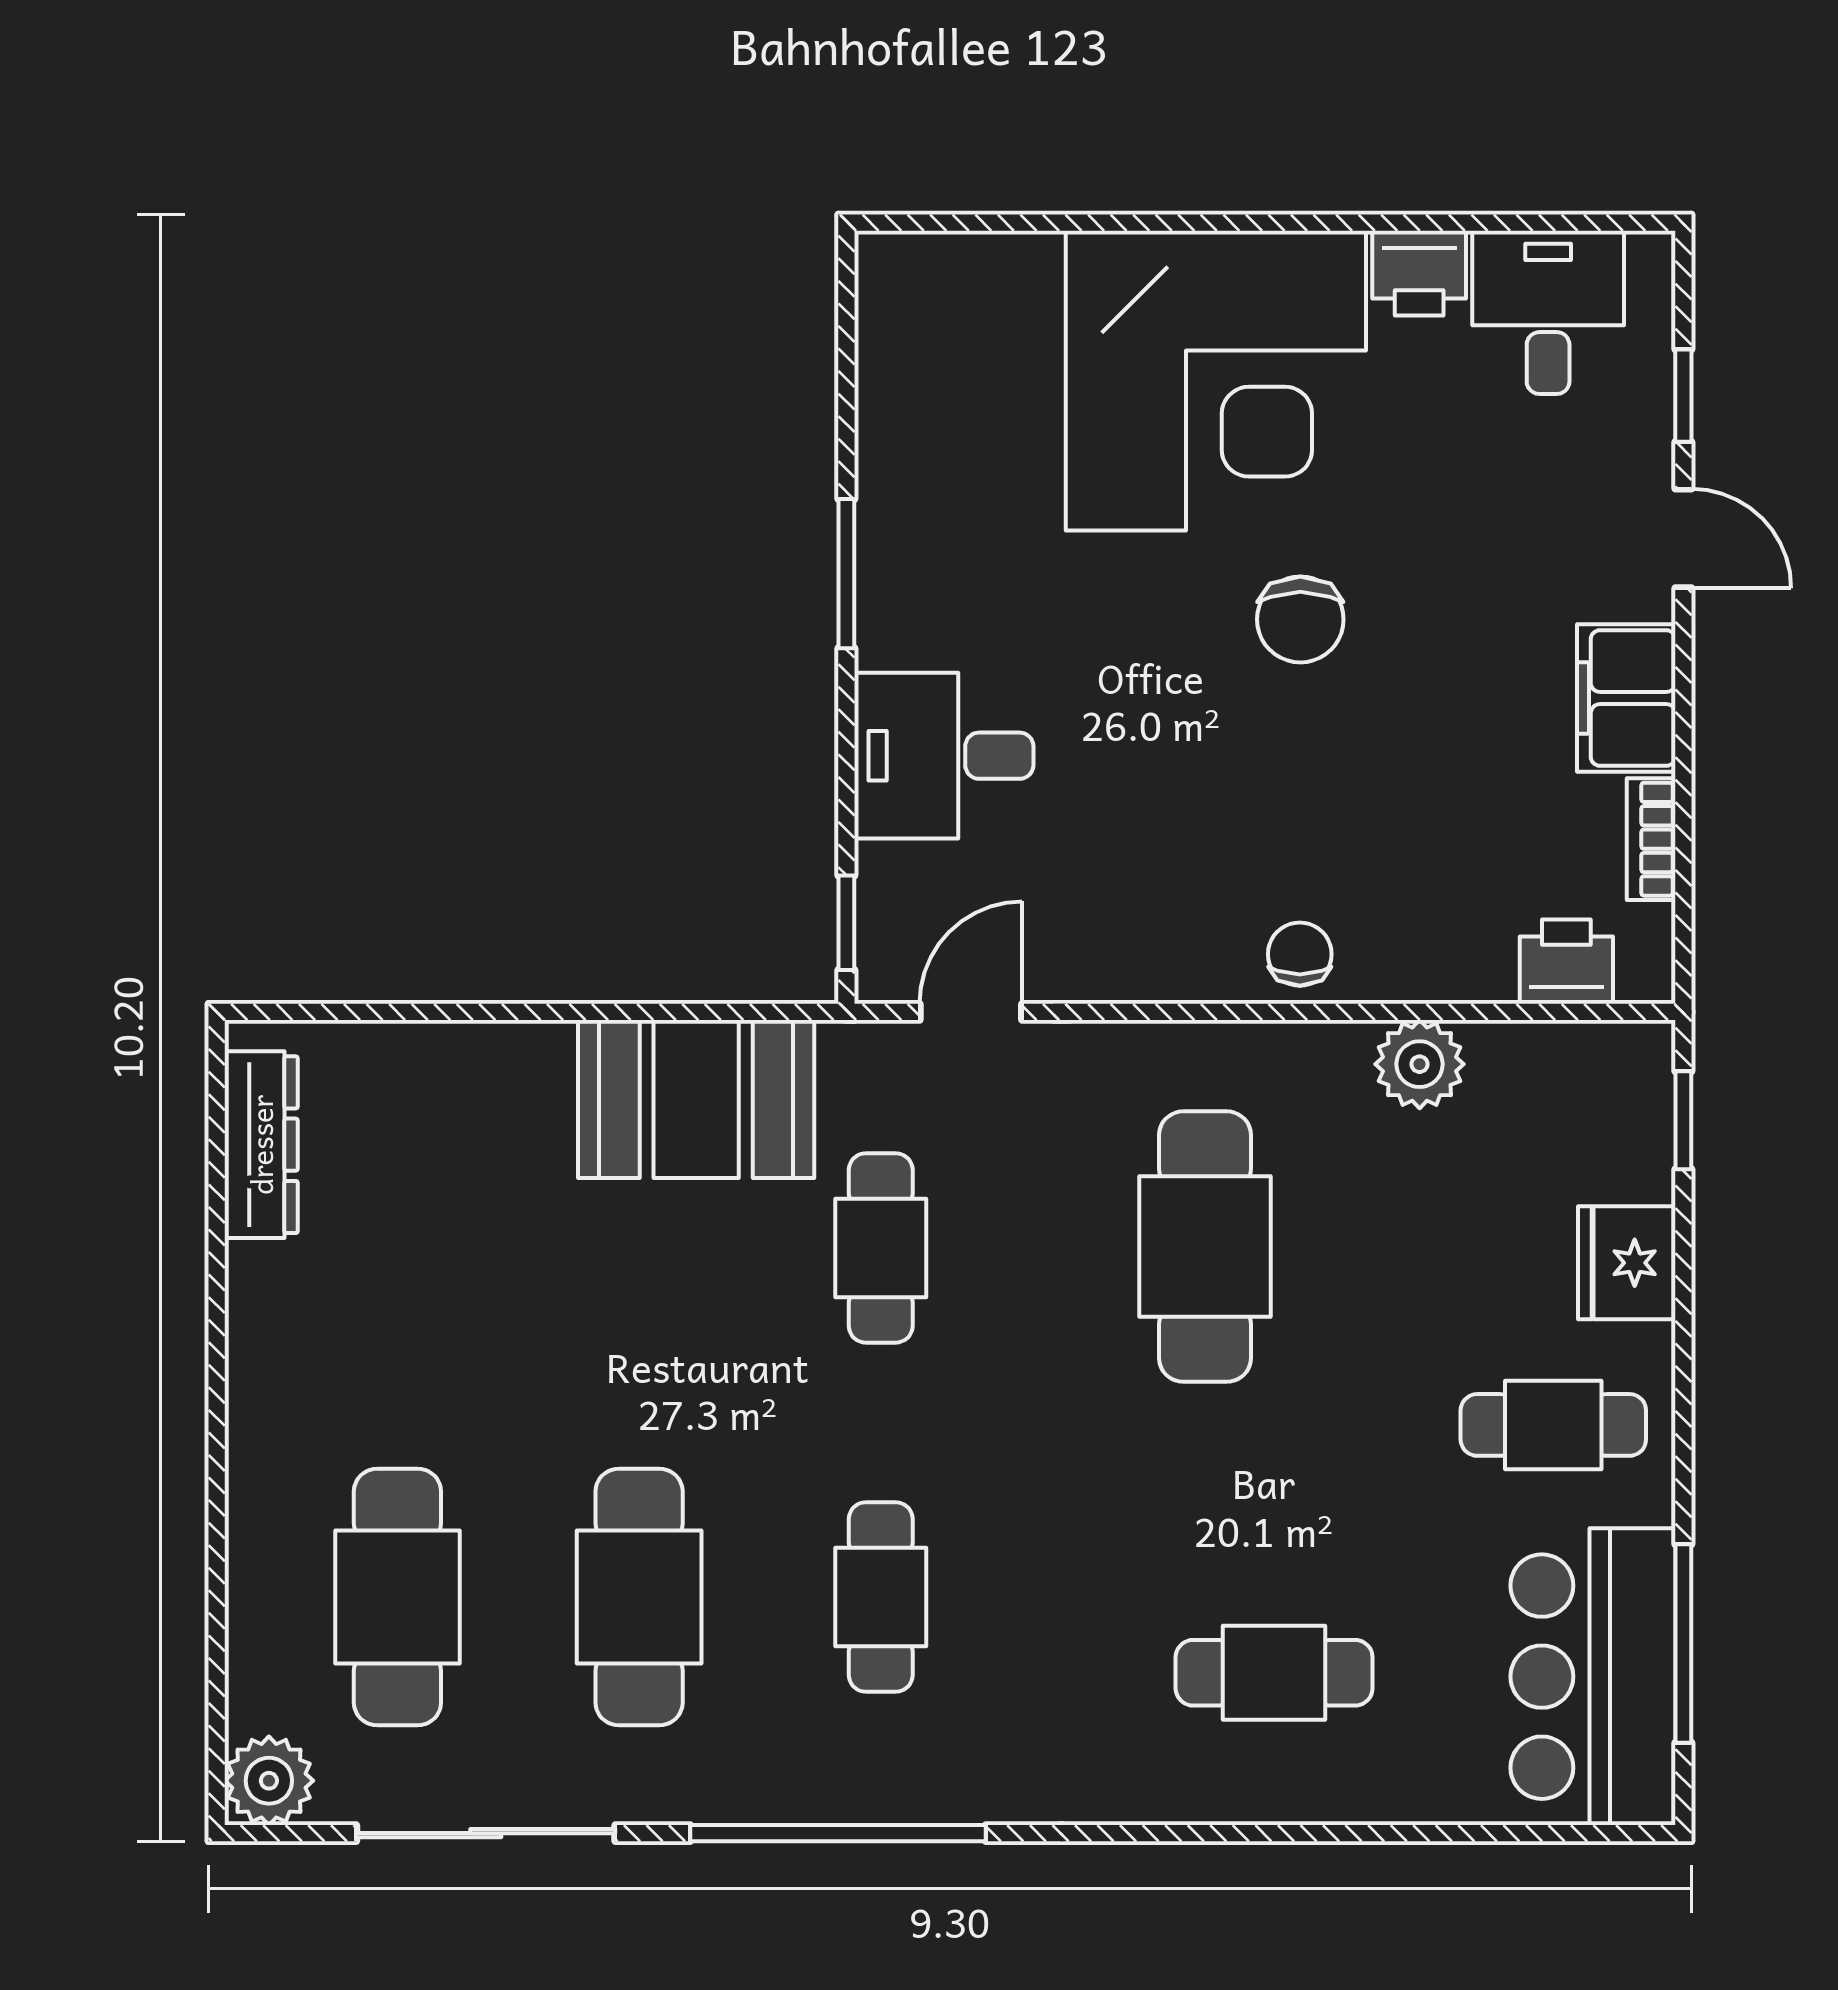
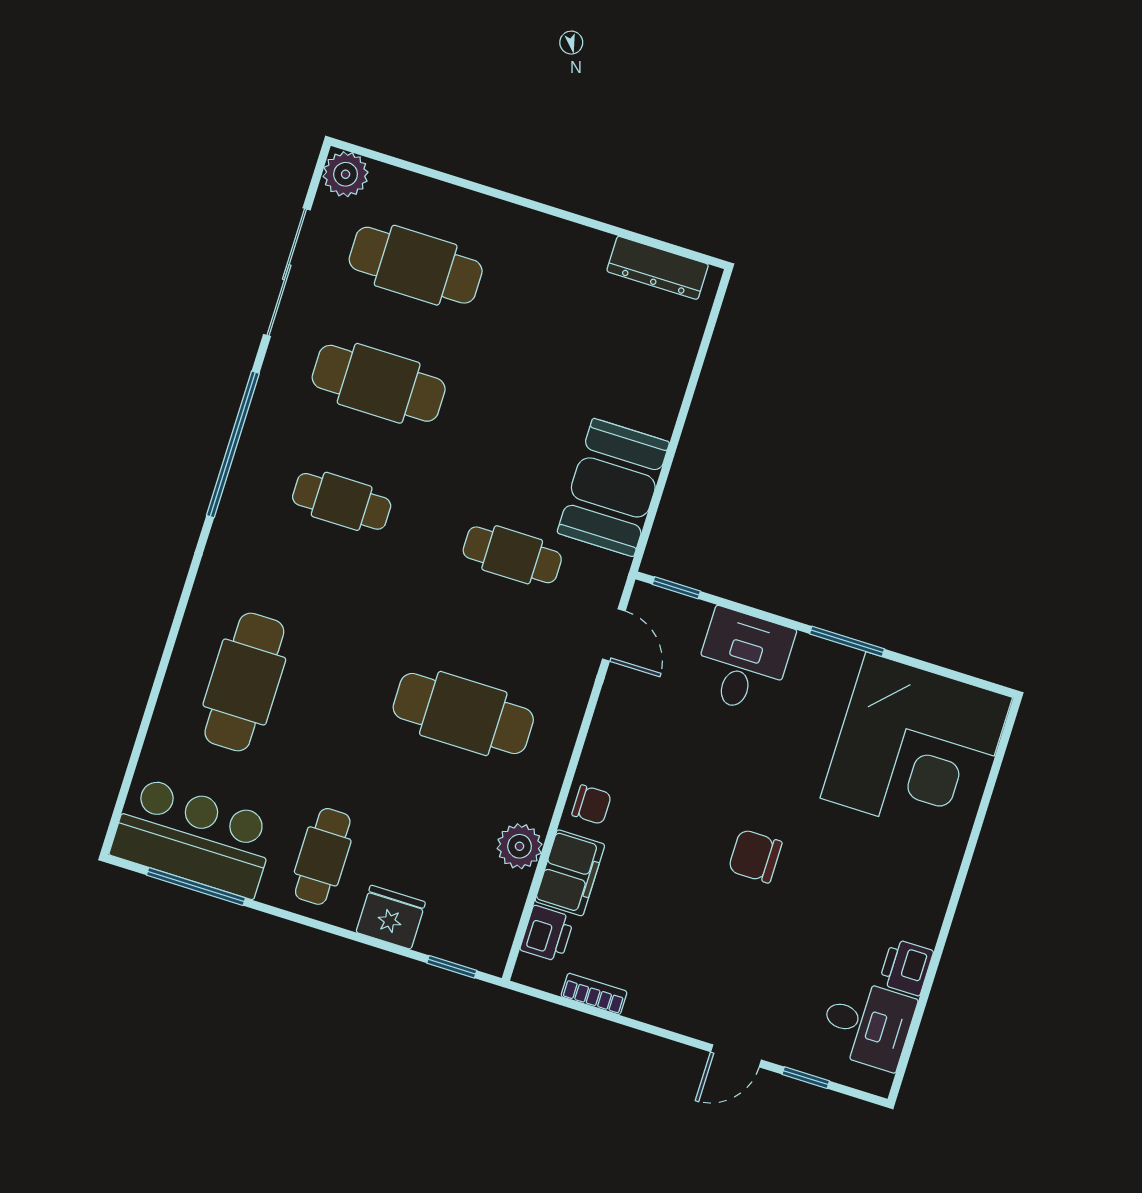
corner desk: (1216, 381) -> (916, 748), moved, turned -90
filing cabinet: (1626, 698) -> (570, 873), moved, turned 90
cafe table: (1274, 1673) -> (244, 682), width x1.37, depth x1.35

